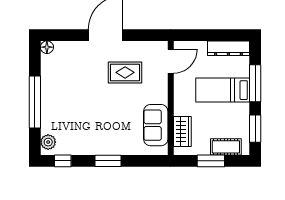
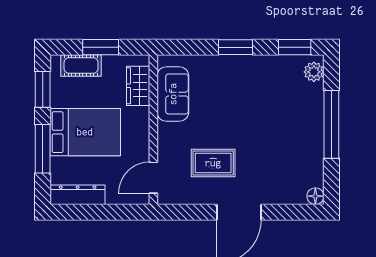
bed: (223, 90) -> (85, 132), width x1.50
window: (63, 161) -> (295, 47), width x1.50

